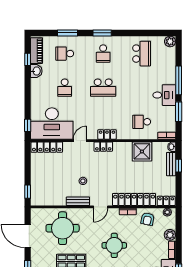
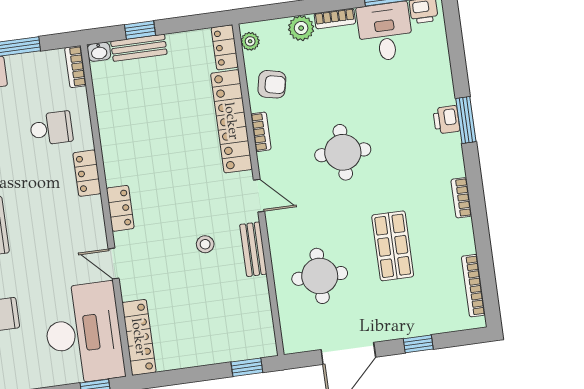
school desk: (142, 122) -> (51, 128), turned -90
locker: (107, 134) -> (87, 173), moved
shower: (142, 151) -> (119, 118), removed
round table: (63, 228) -> (320, 276), width x0.73, depth x0.73

